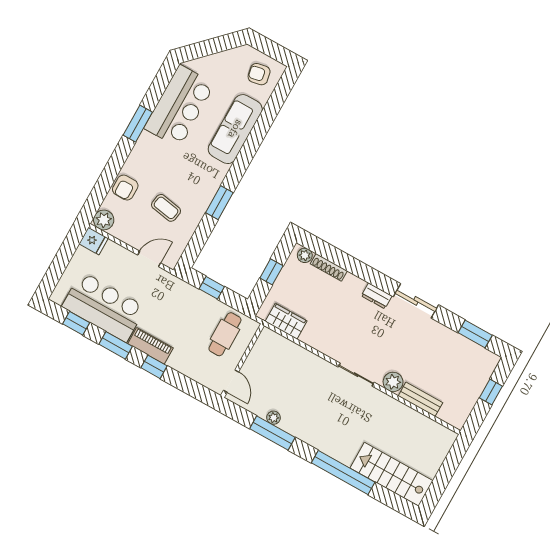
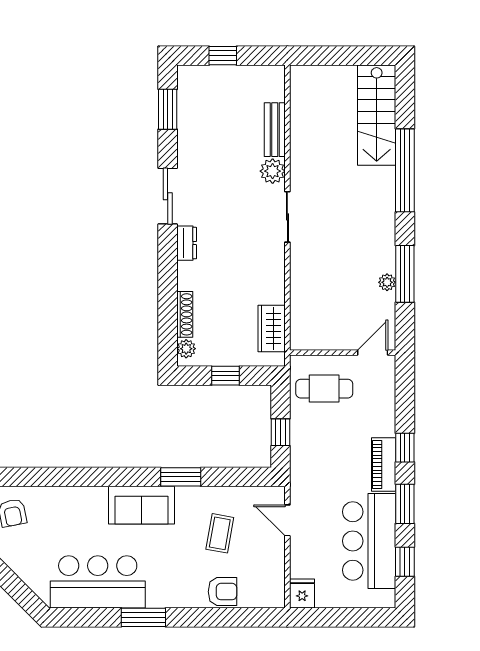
sofa: (235, 129) -> (141, 505), moved, width x0.73
plant: (104, 220) -> (272, 595), removed

